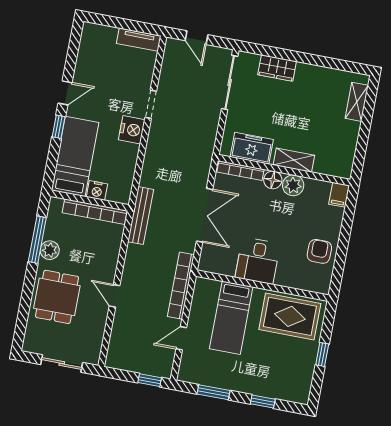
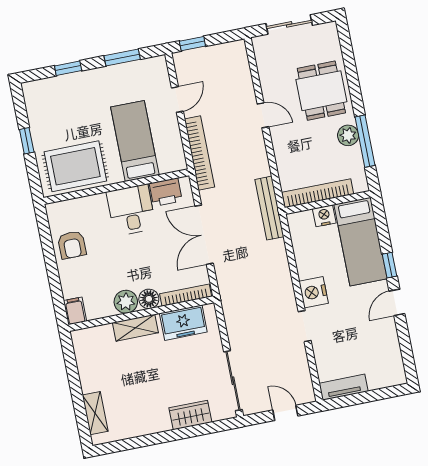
printer: (222, 264) -> (166, 192), added

